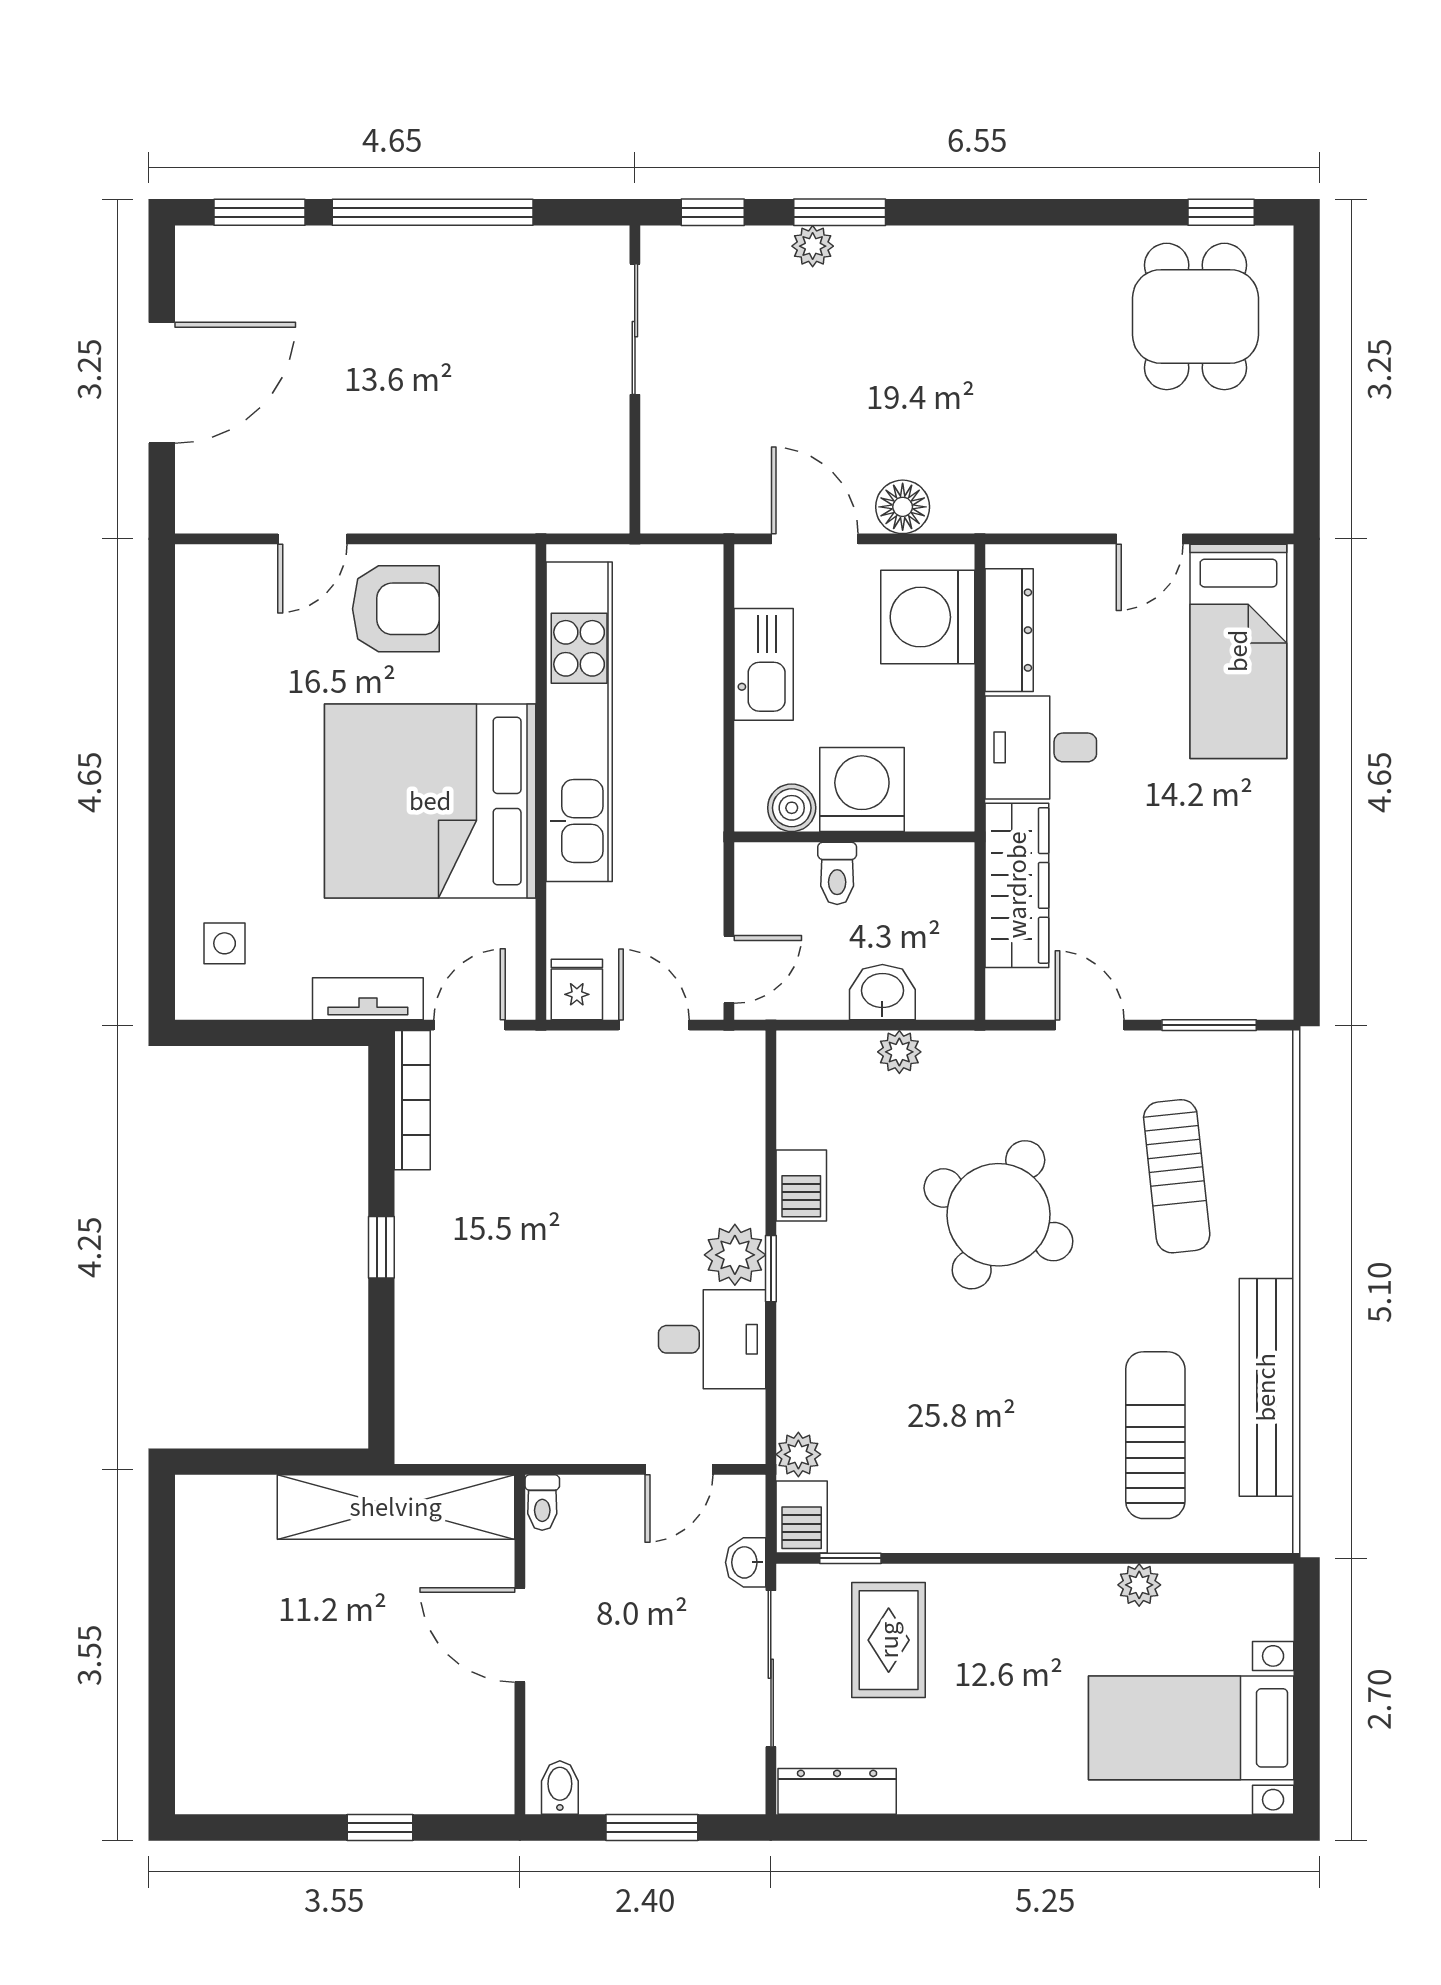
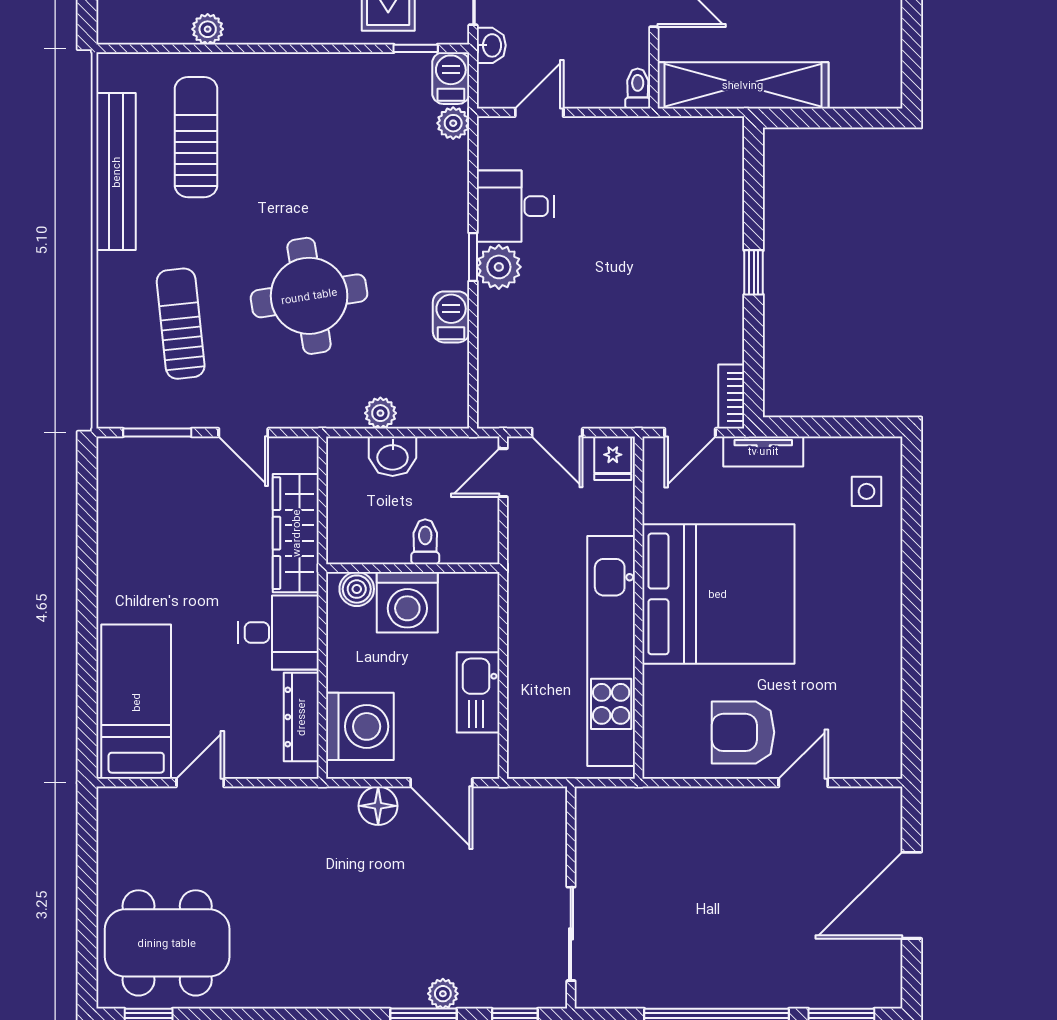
dining table: (1195, 316) -> (167, 943), width x1.38
boiler: (792, 808) -> (357, 589), moved
bookcase: (412, 1100) -> (731, 397), width x0.64
round table: (998, 1215) -> (309, 296), turned -35
sun lounger: (1155, 1435) -> (196, 137), turned 180

